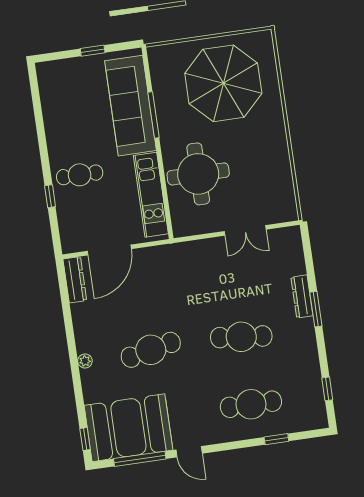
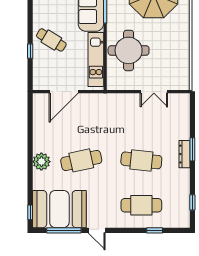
cafe table: (80, 175) -> (51, 40), turned 31
dresser: (75, 280) -> (38, 108), removed
dresser: (302, 296) -> (185, 154), moved
plant: (85, 361) -> (41, 162), width x1.88, depth x1.88

